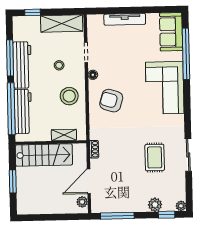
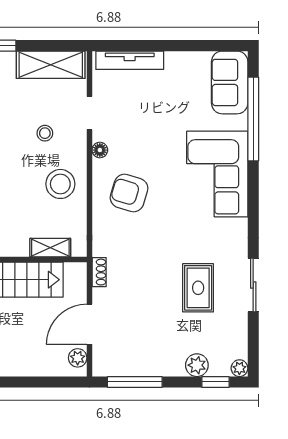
tv unit: (125, 19) -> (130, 60), moved

